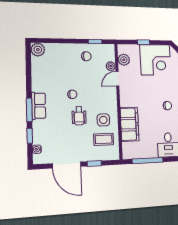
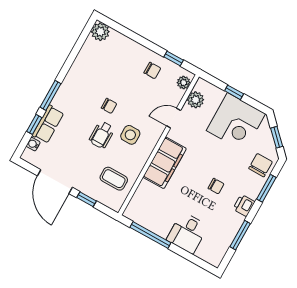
plant: (111, 66) -> (184, 83), moved
row of seats: (39, 106) -> (48, 124), moved
side table: (103, 120) -> (130, 135), moved
filing cabinet: (130, 124) -> (165, 163), moved

